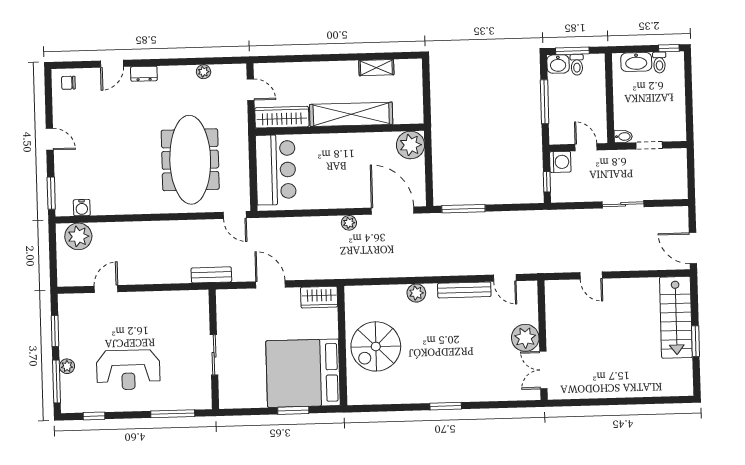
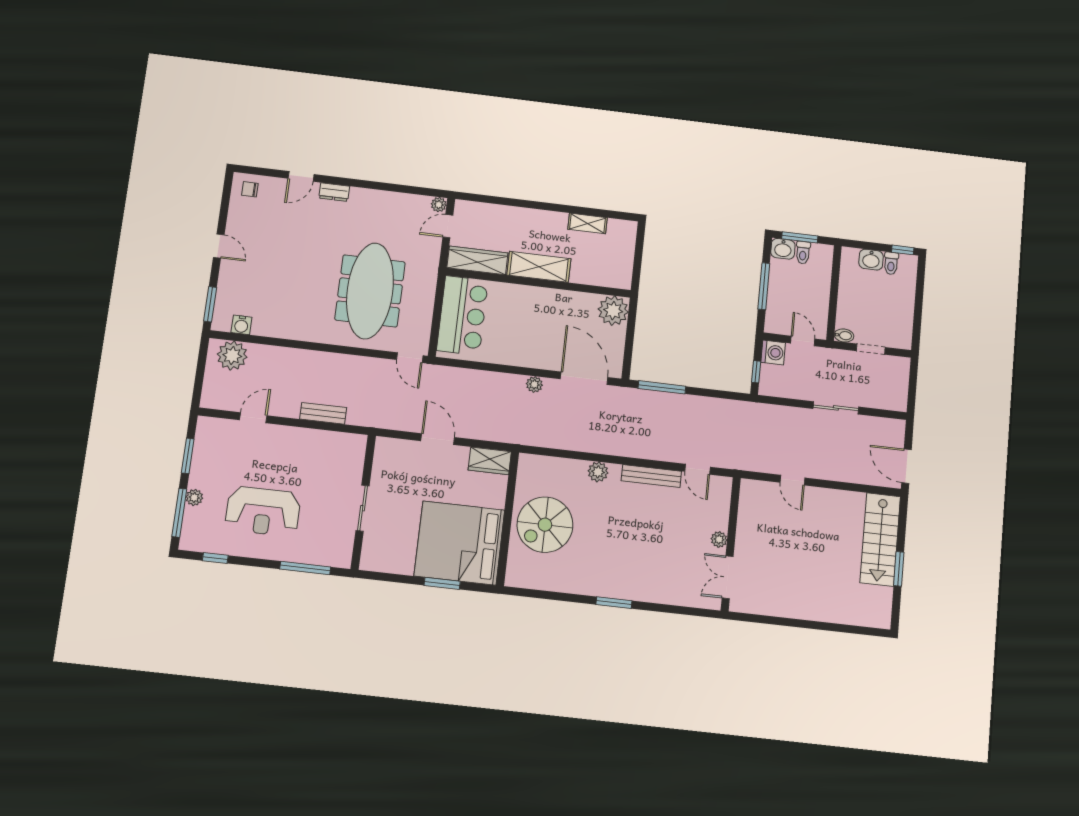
washbasin: (636, 62) -> (871, 260), width x0.72
plant: (204, 72) -> (439, 205), moved
door: (251, 90) -> (448, 226), swing flipped
shelving: (351, 114) -> (539, 267), width x0.68
bench: (211, 275) -> (323, 413), moved
plant: (525, 338) -> (719, 539), width x0.53, depth x0.53

